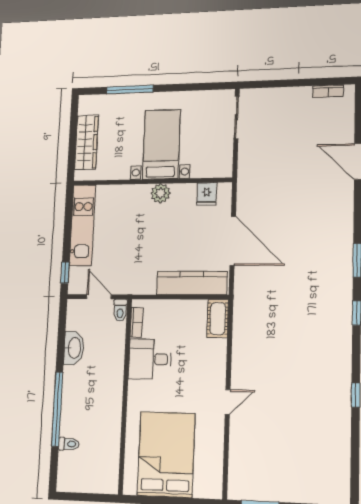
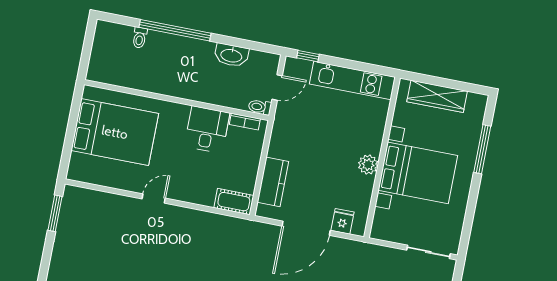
bed with nightstands: (161, 144) -> (418, 173), width x1.36
fridge: (207, 194) -> (343, 221), moved, turned 90
kitchen counter: (192, 283) -> (273, 182), width x0.67
door: (228, 402) -> (154, 199), swing flipped

